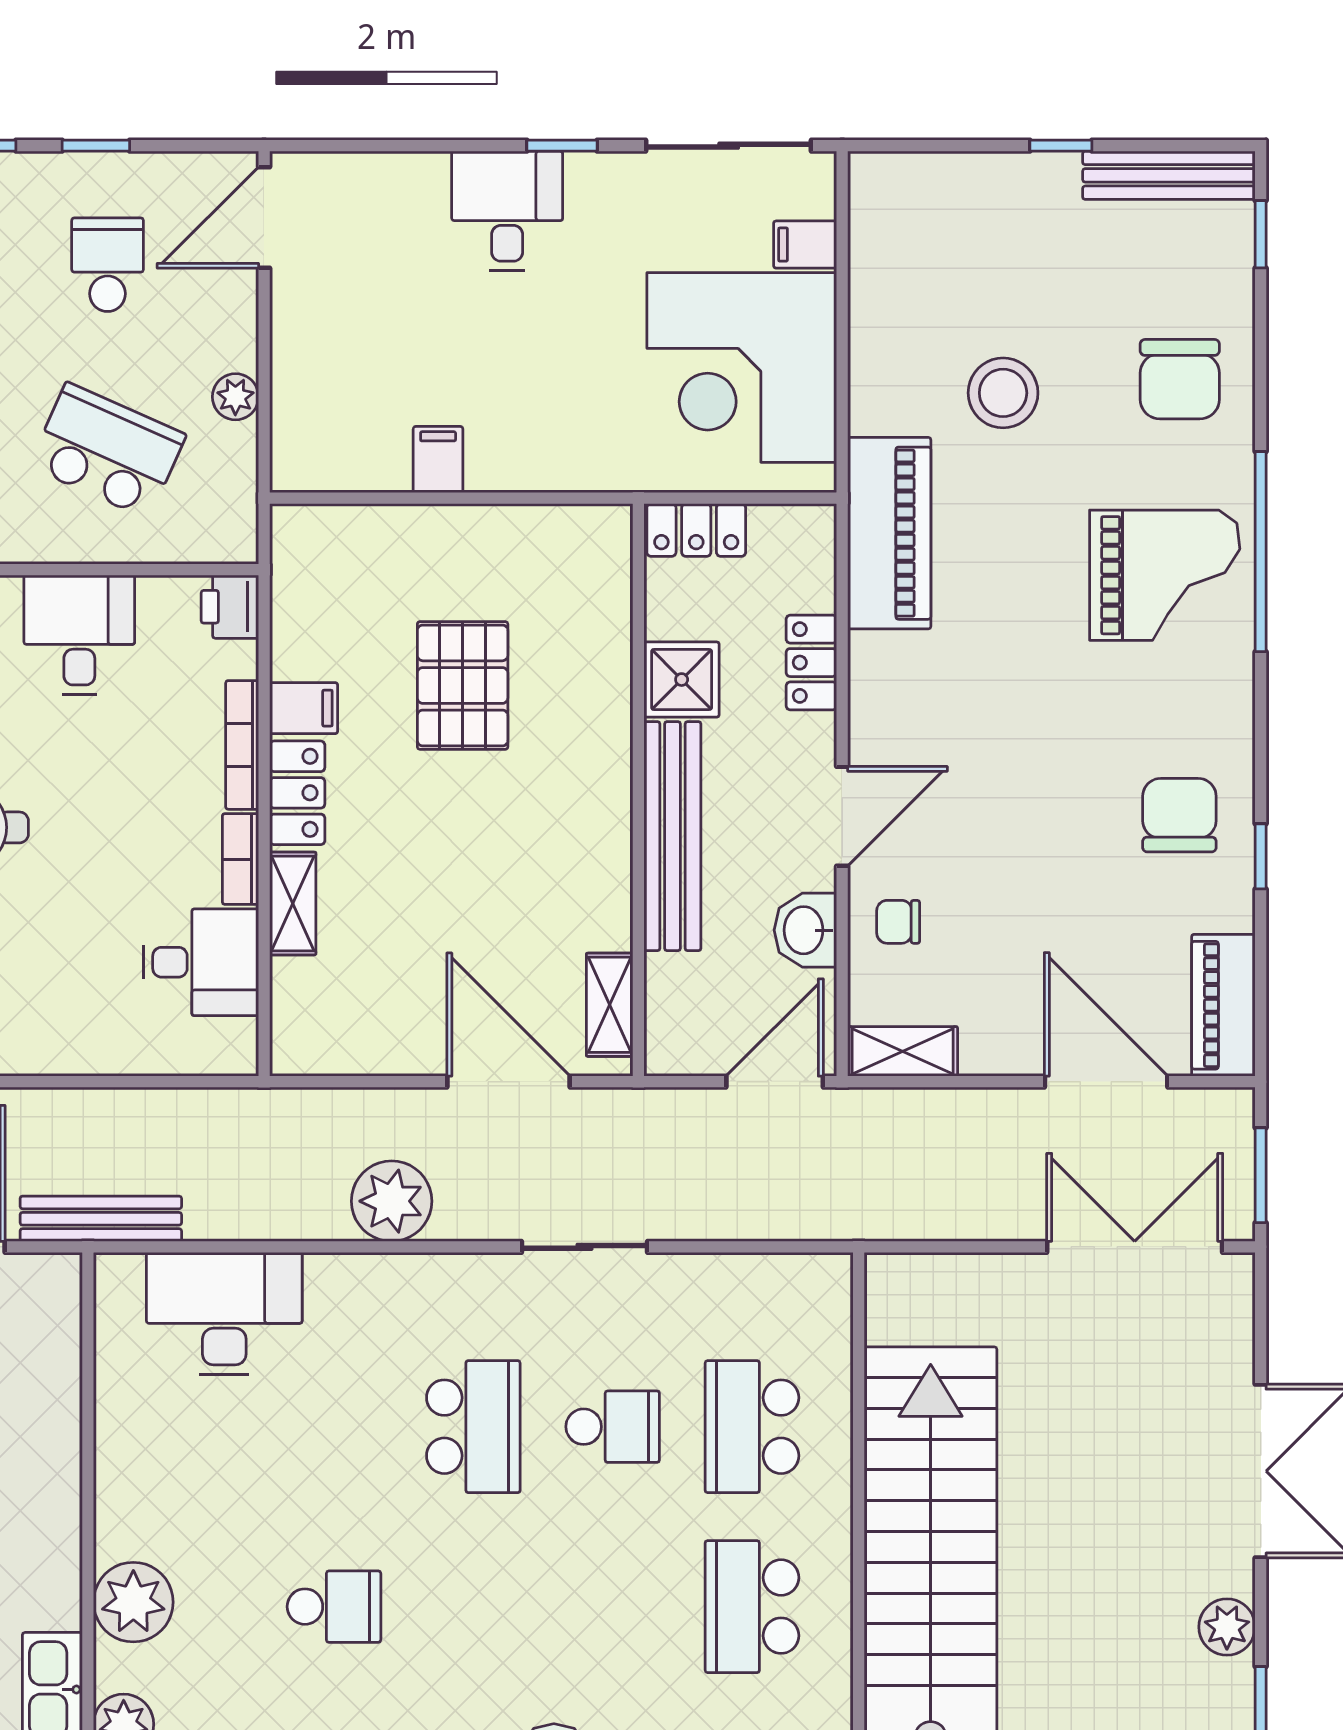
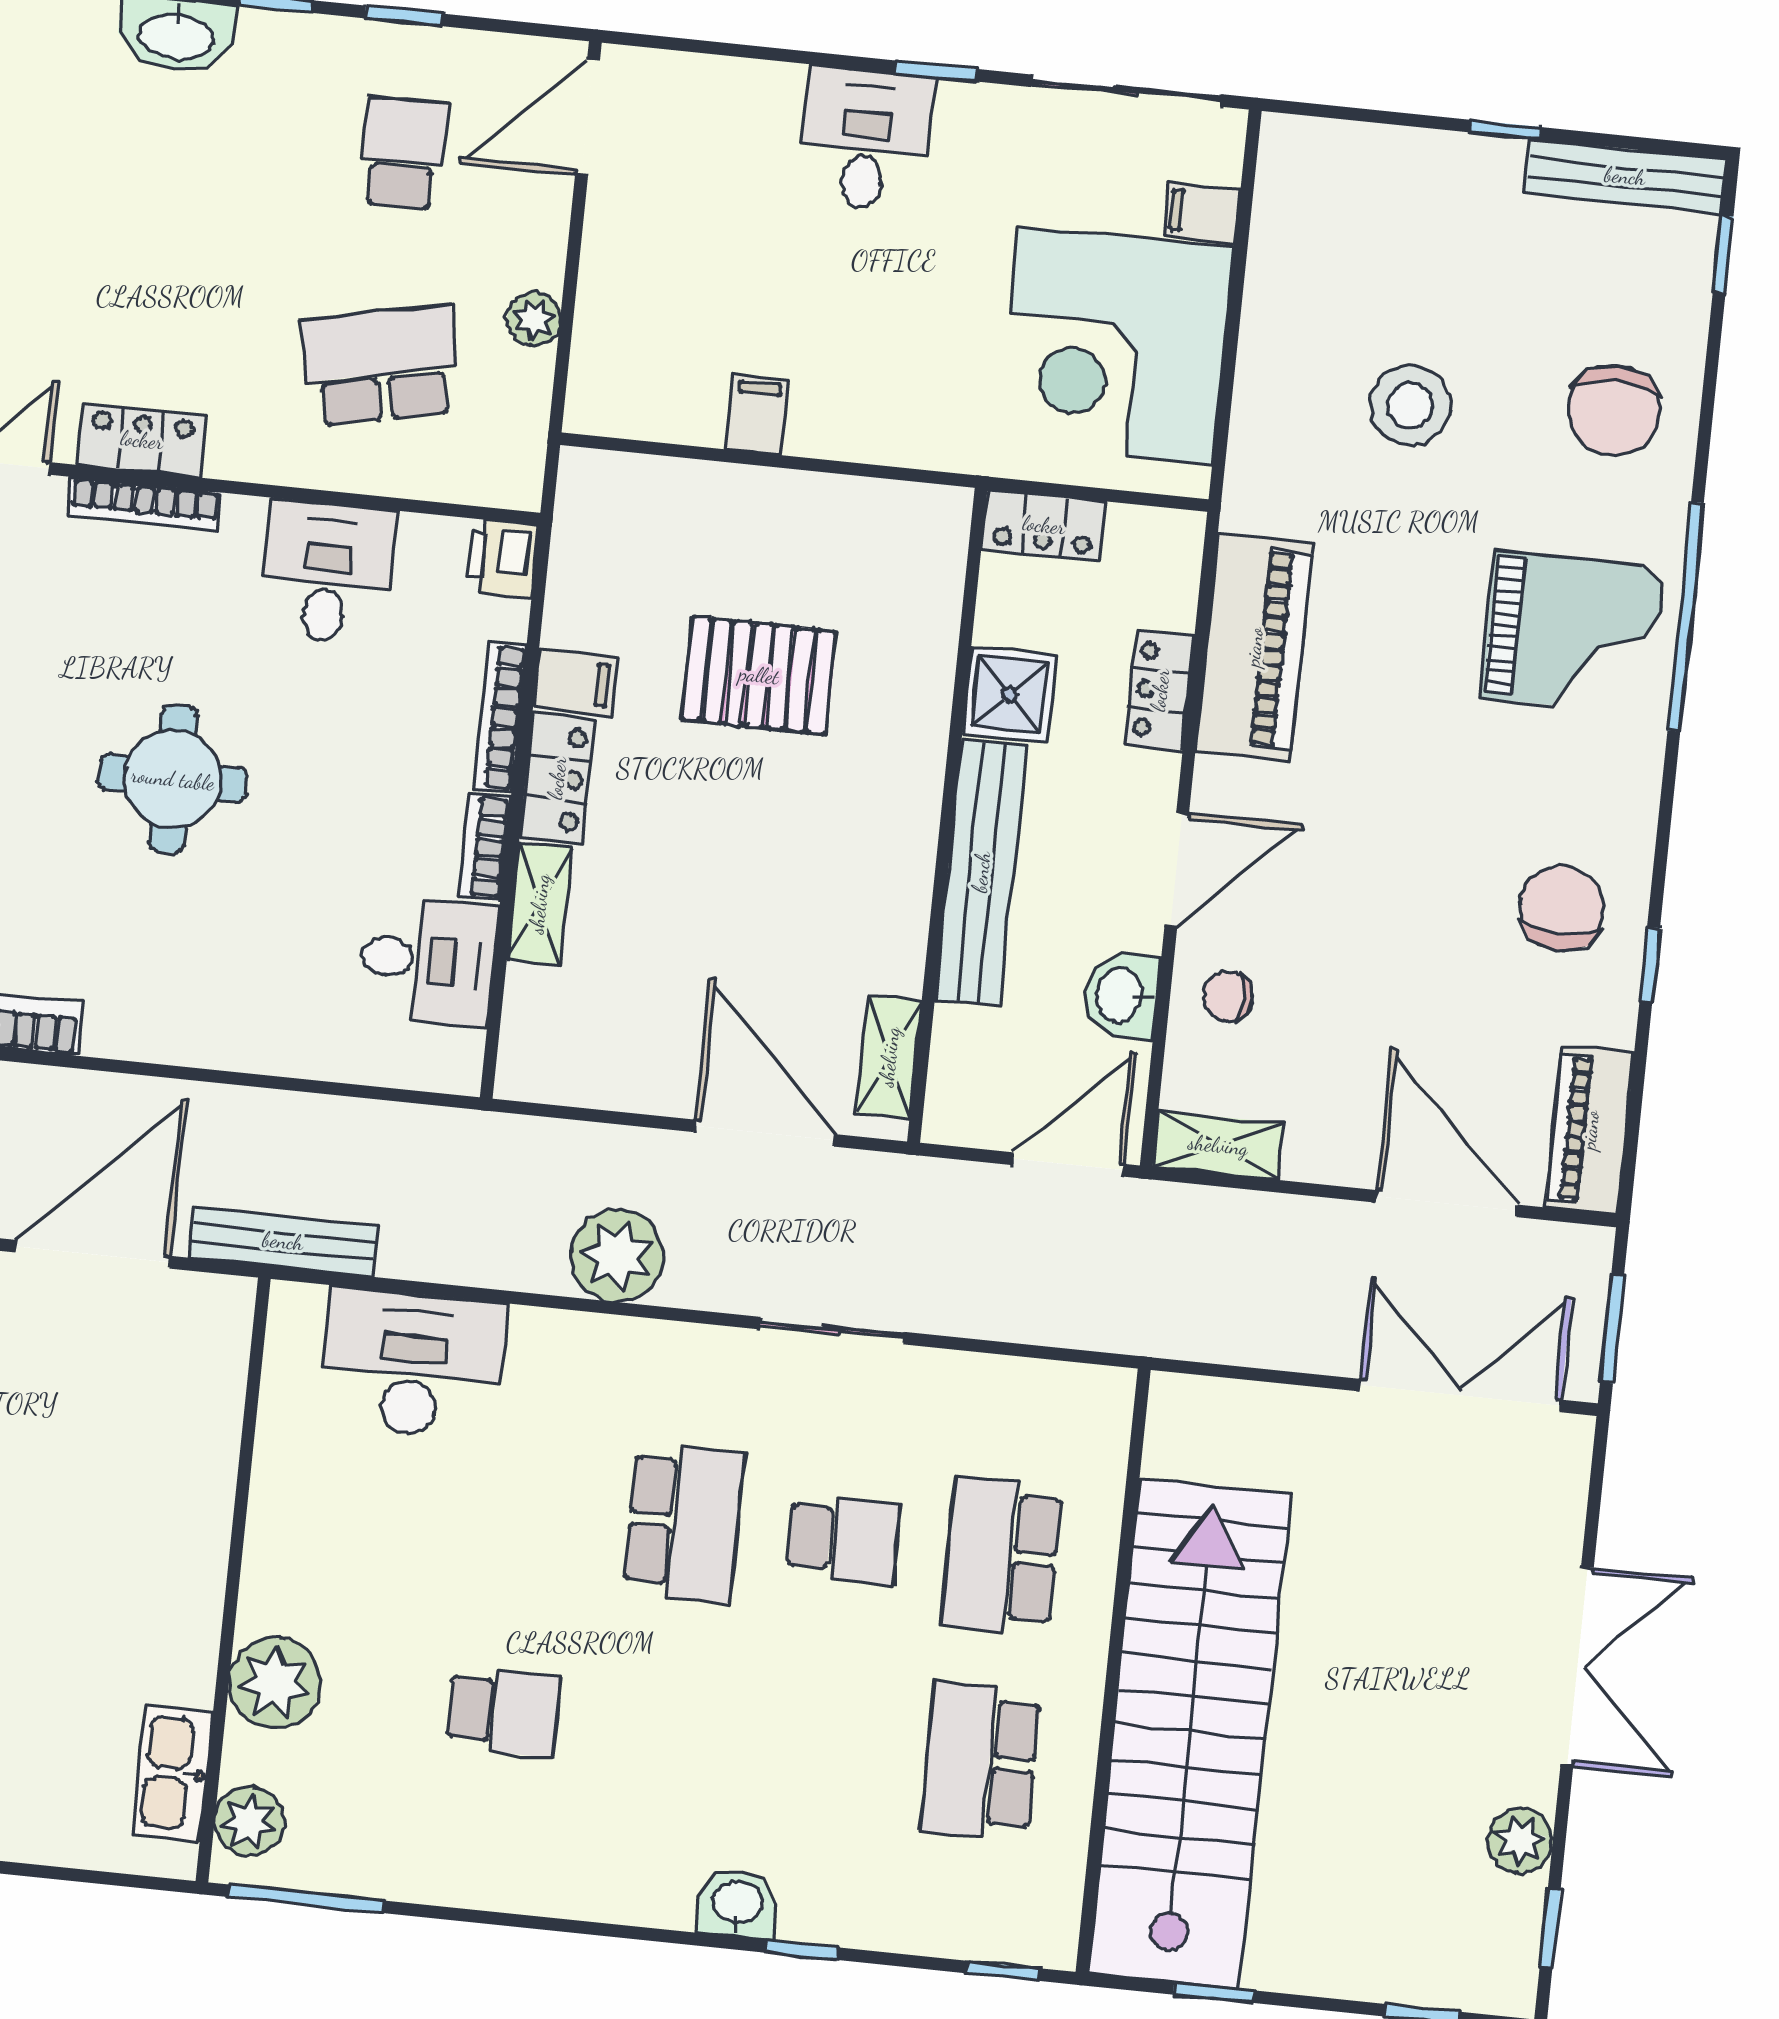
school desk: (108, 451) -> (381, 365), turned -36
piano: (889, 533) -> (1254, 647), moved
pallet: (463, 685) -> (759, 675), turned 90

